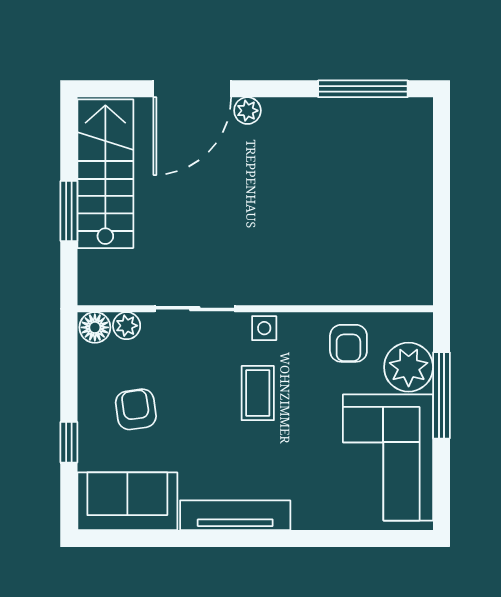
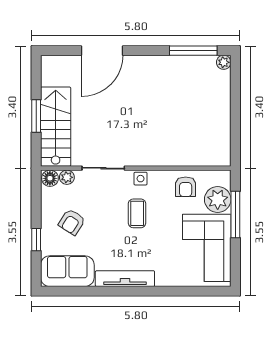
plant: (247, 111) -> (224, 62), moved
stairs: (105, 174) -> (56, 127), moved
armchair: (136, 409) -> (72, 222), turned -139

